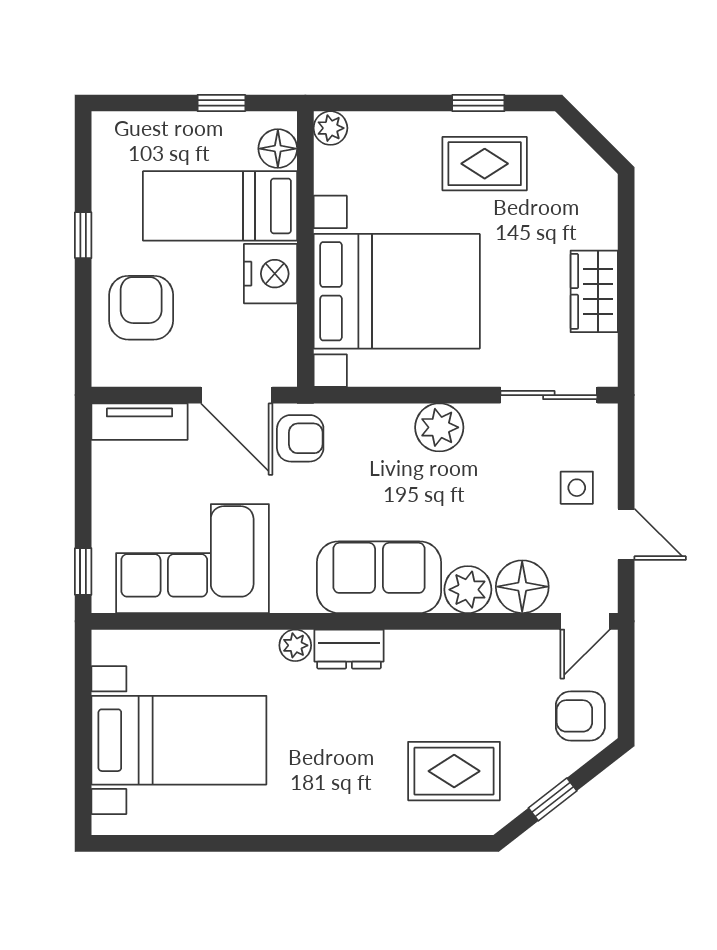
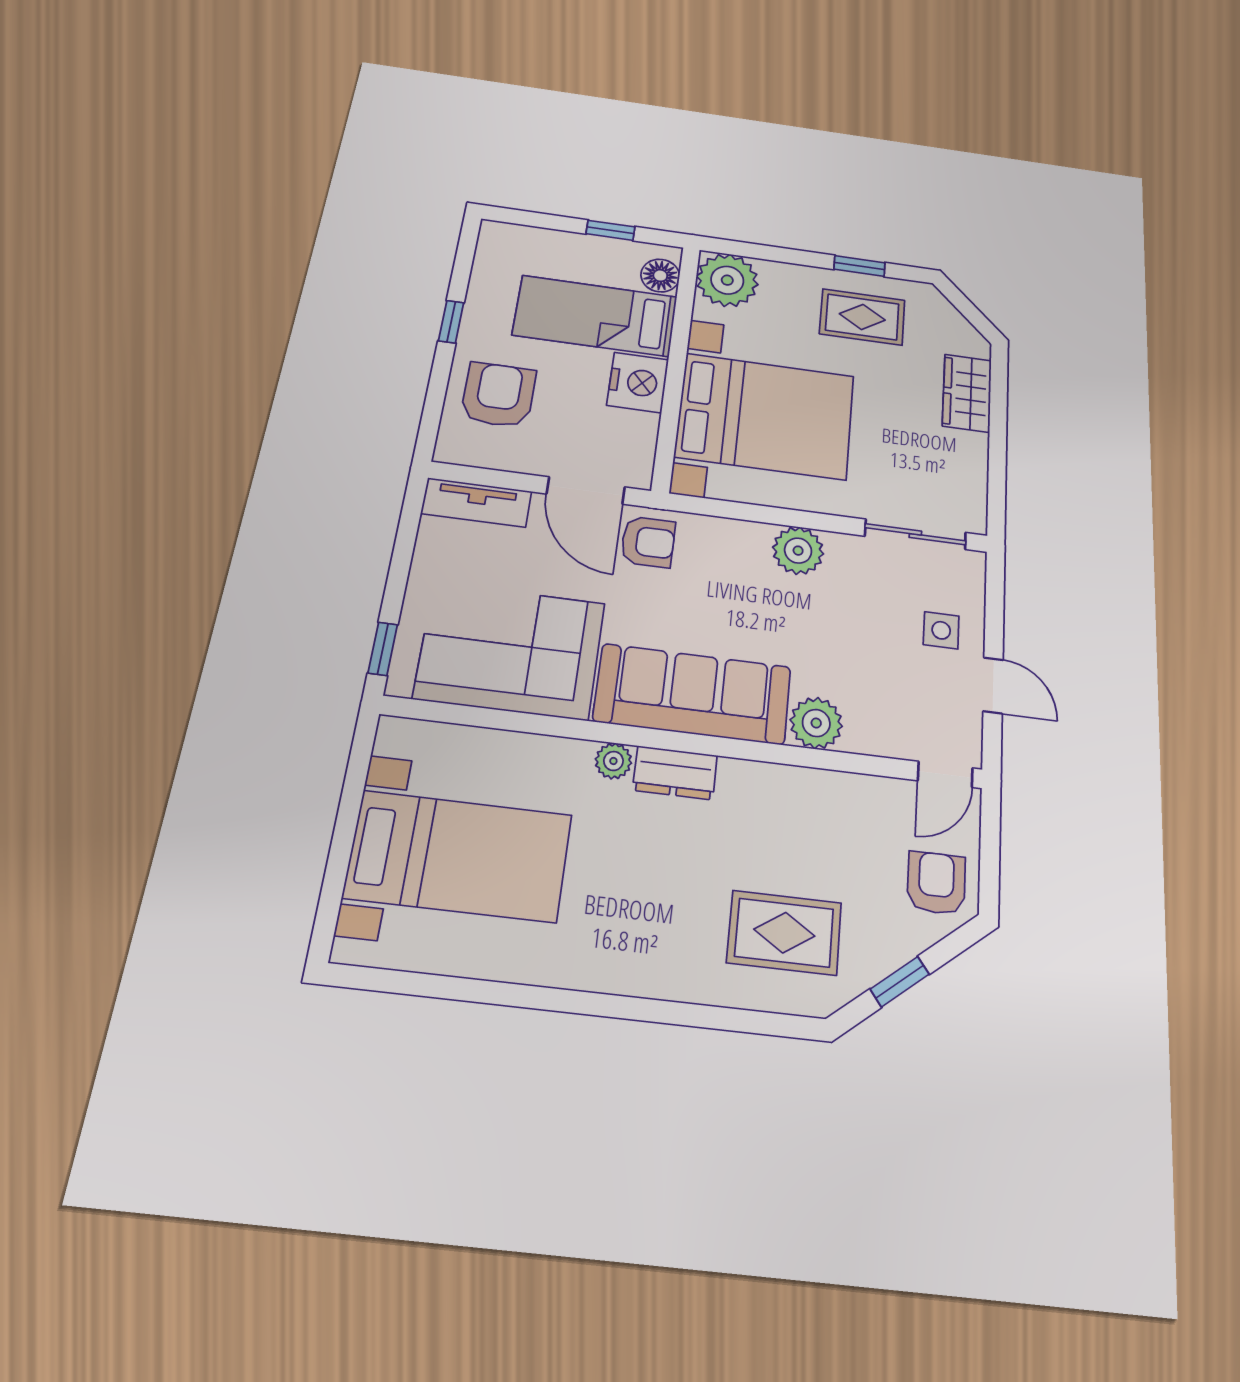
plant: (330, 128) -> (727, 280), width x1.87, depth x1.87
wardrobe: (594, 291) -> (967, 393), moved
sofa: (379, 577) -> (693, 694), width x1.36
floor lamp: (522, 587) -> (877, 727), removed
armchair: (580, 716) -> (936, 883), turned 90

